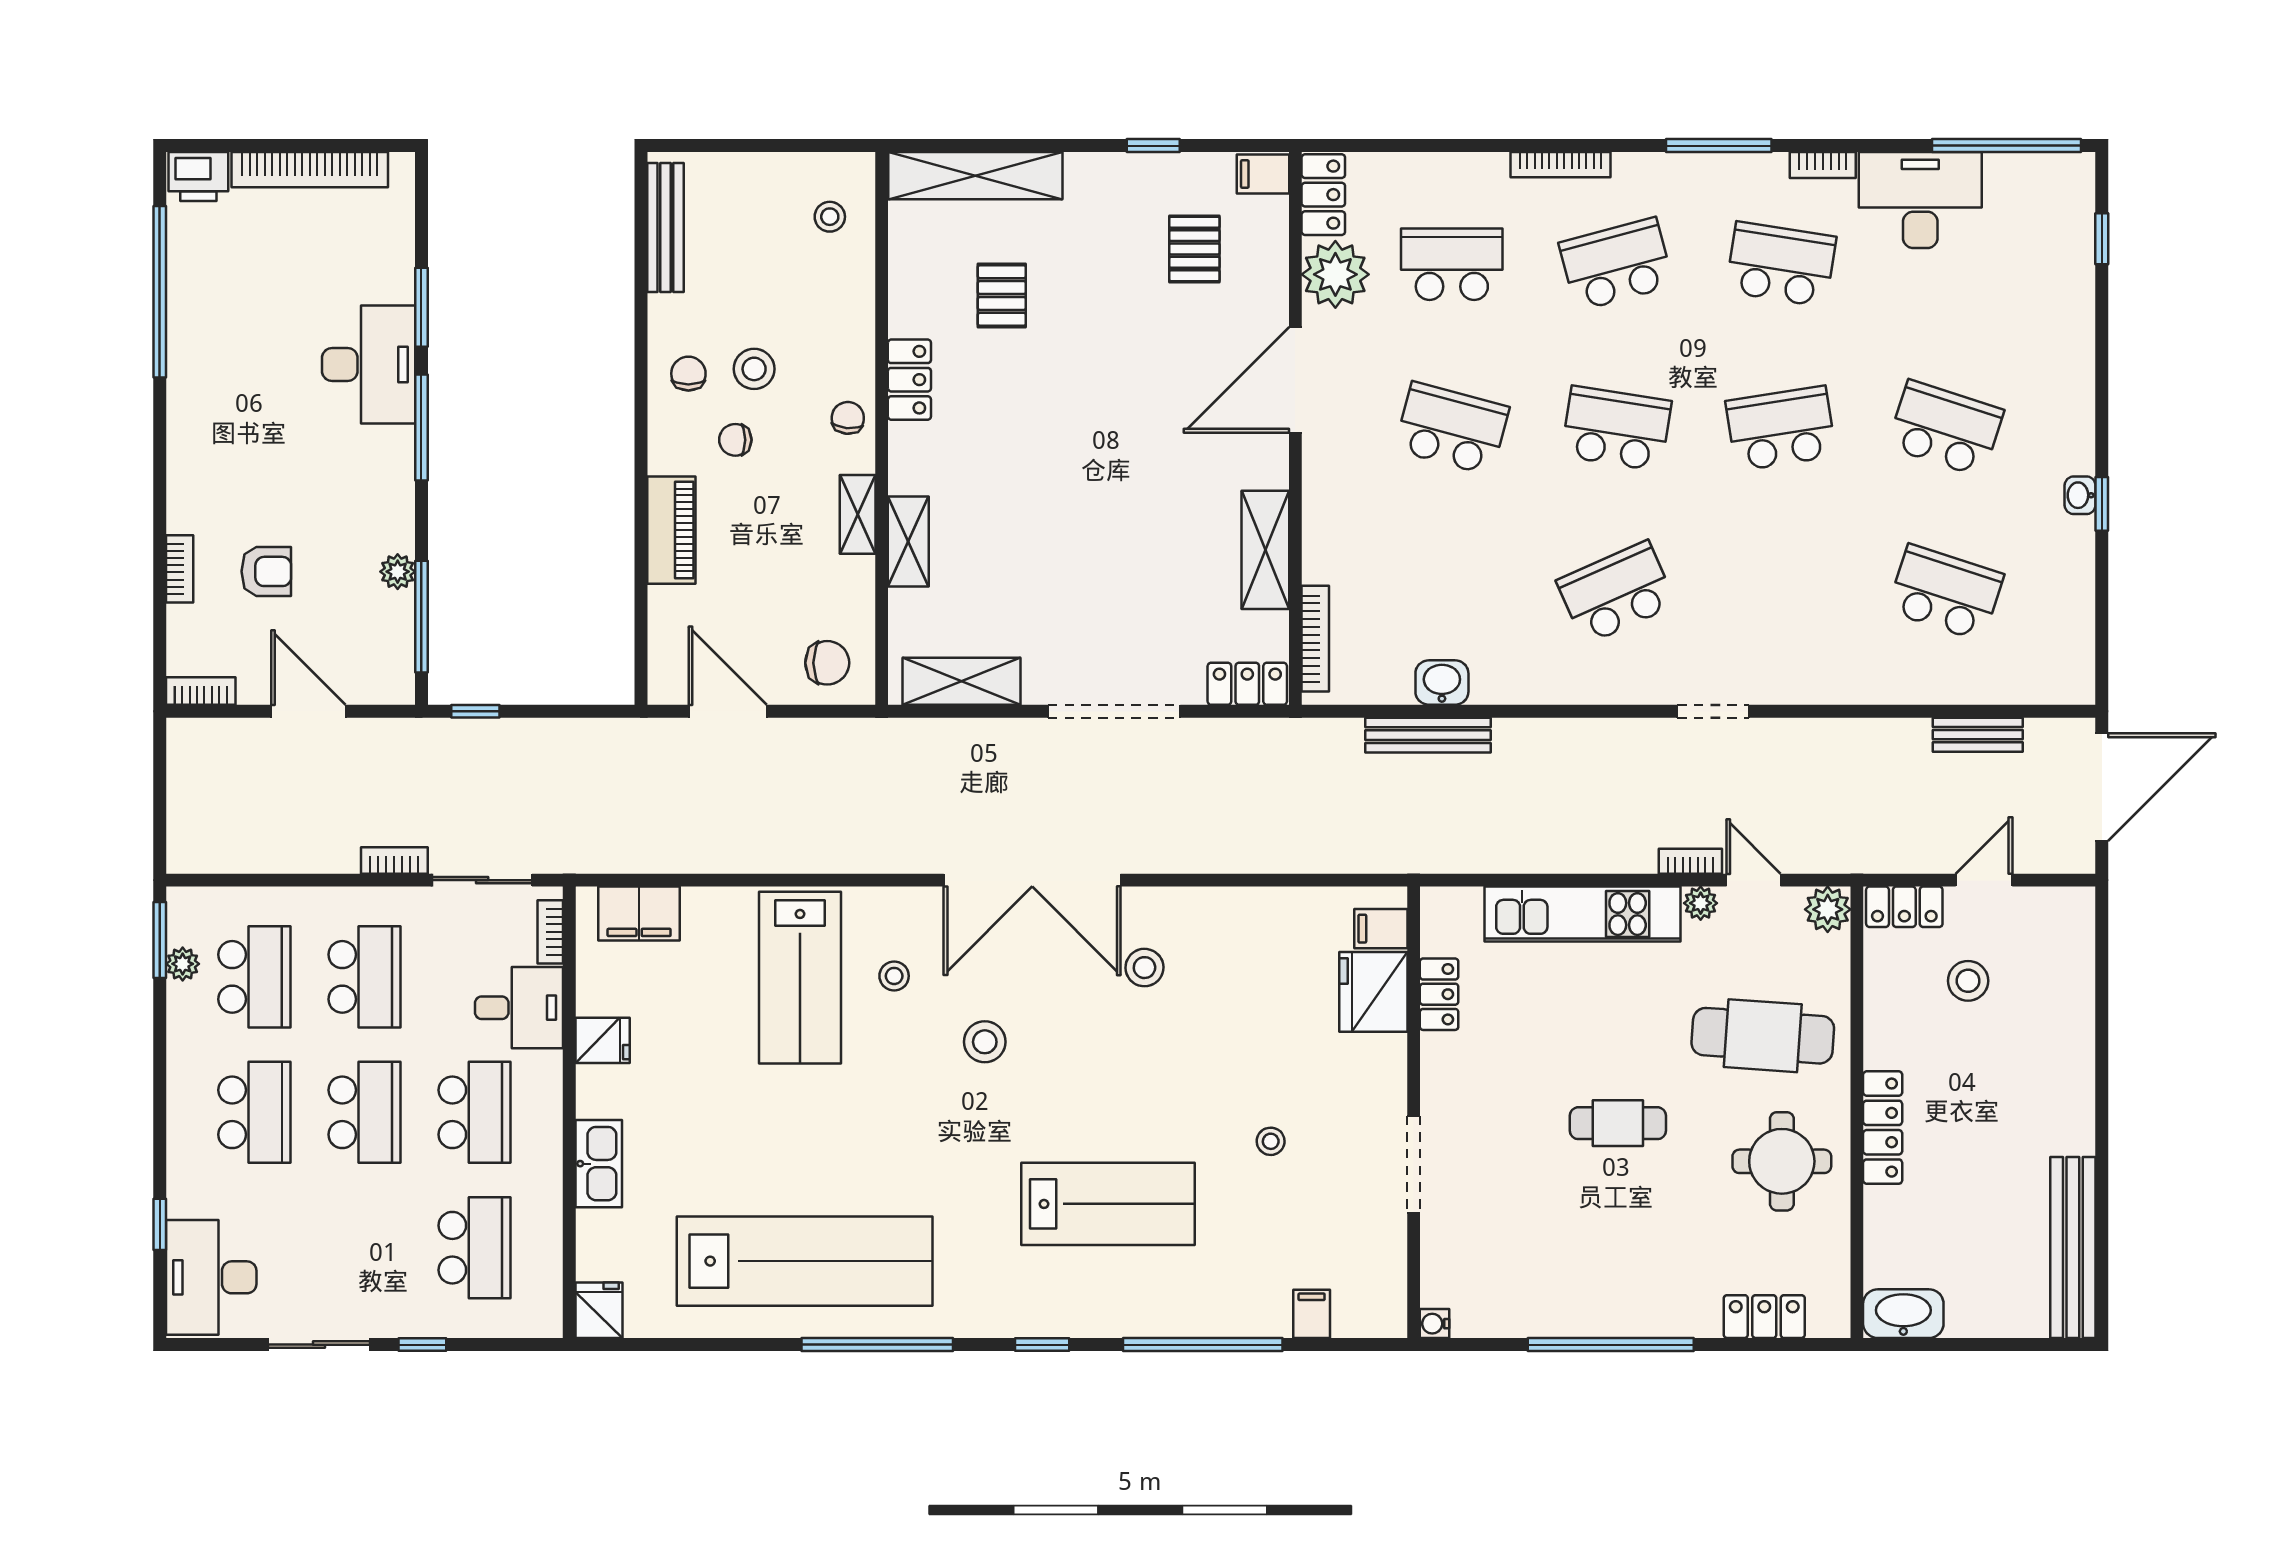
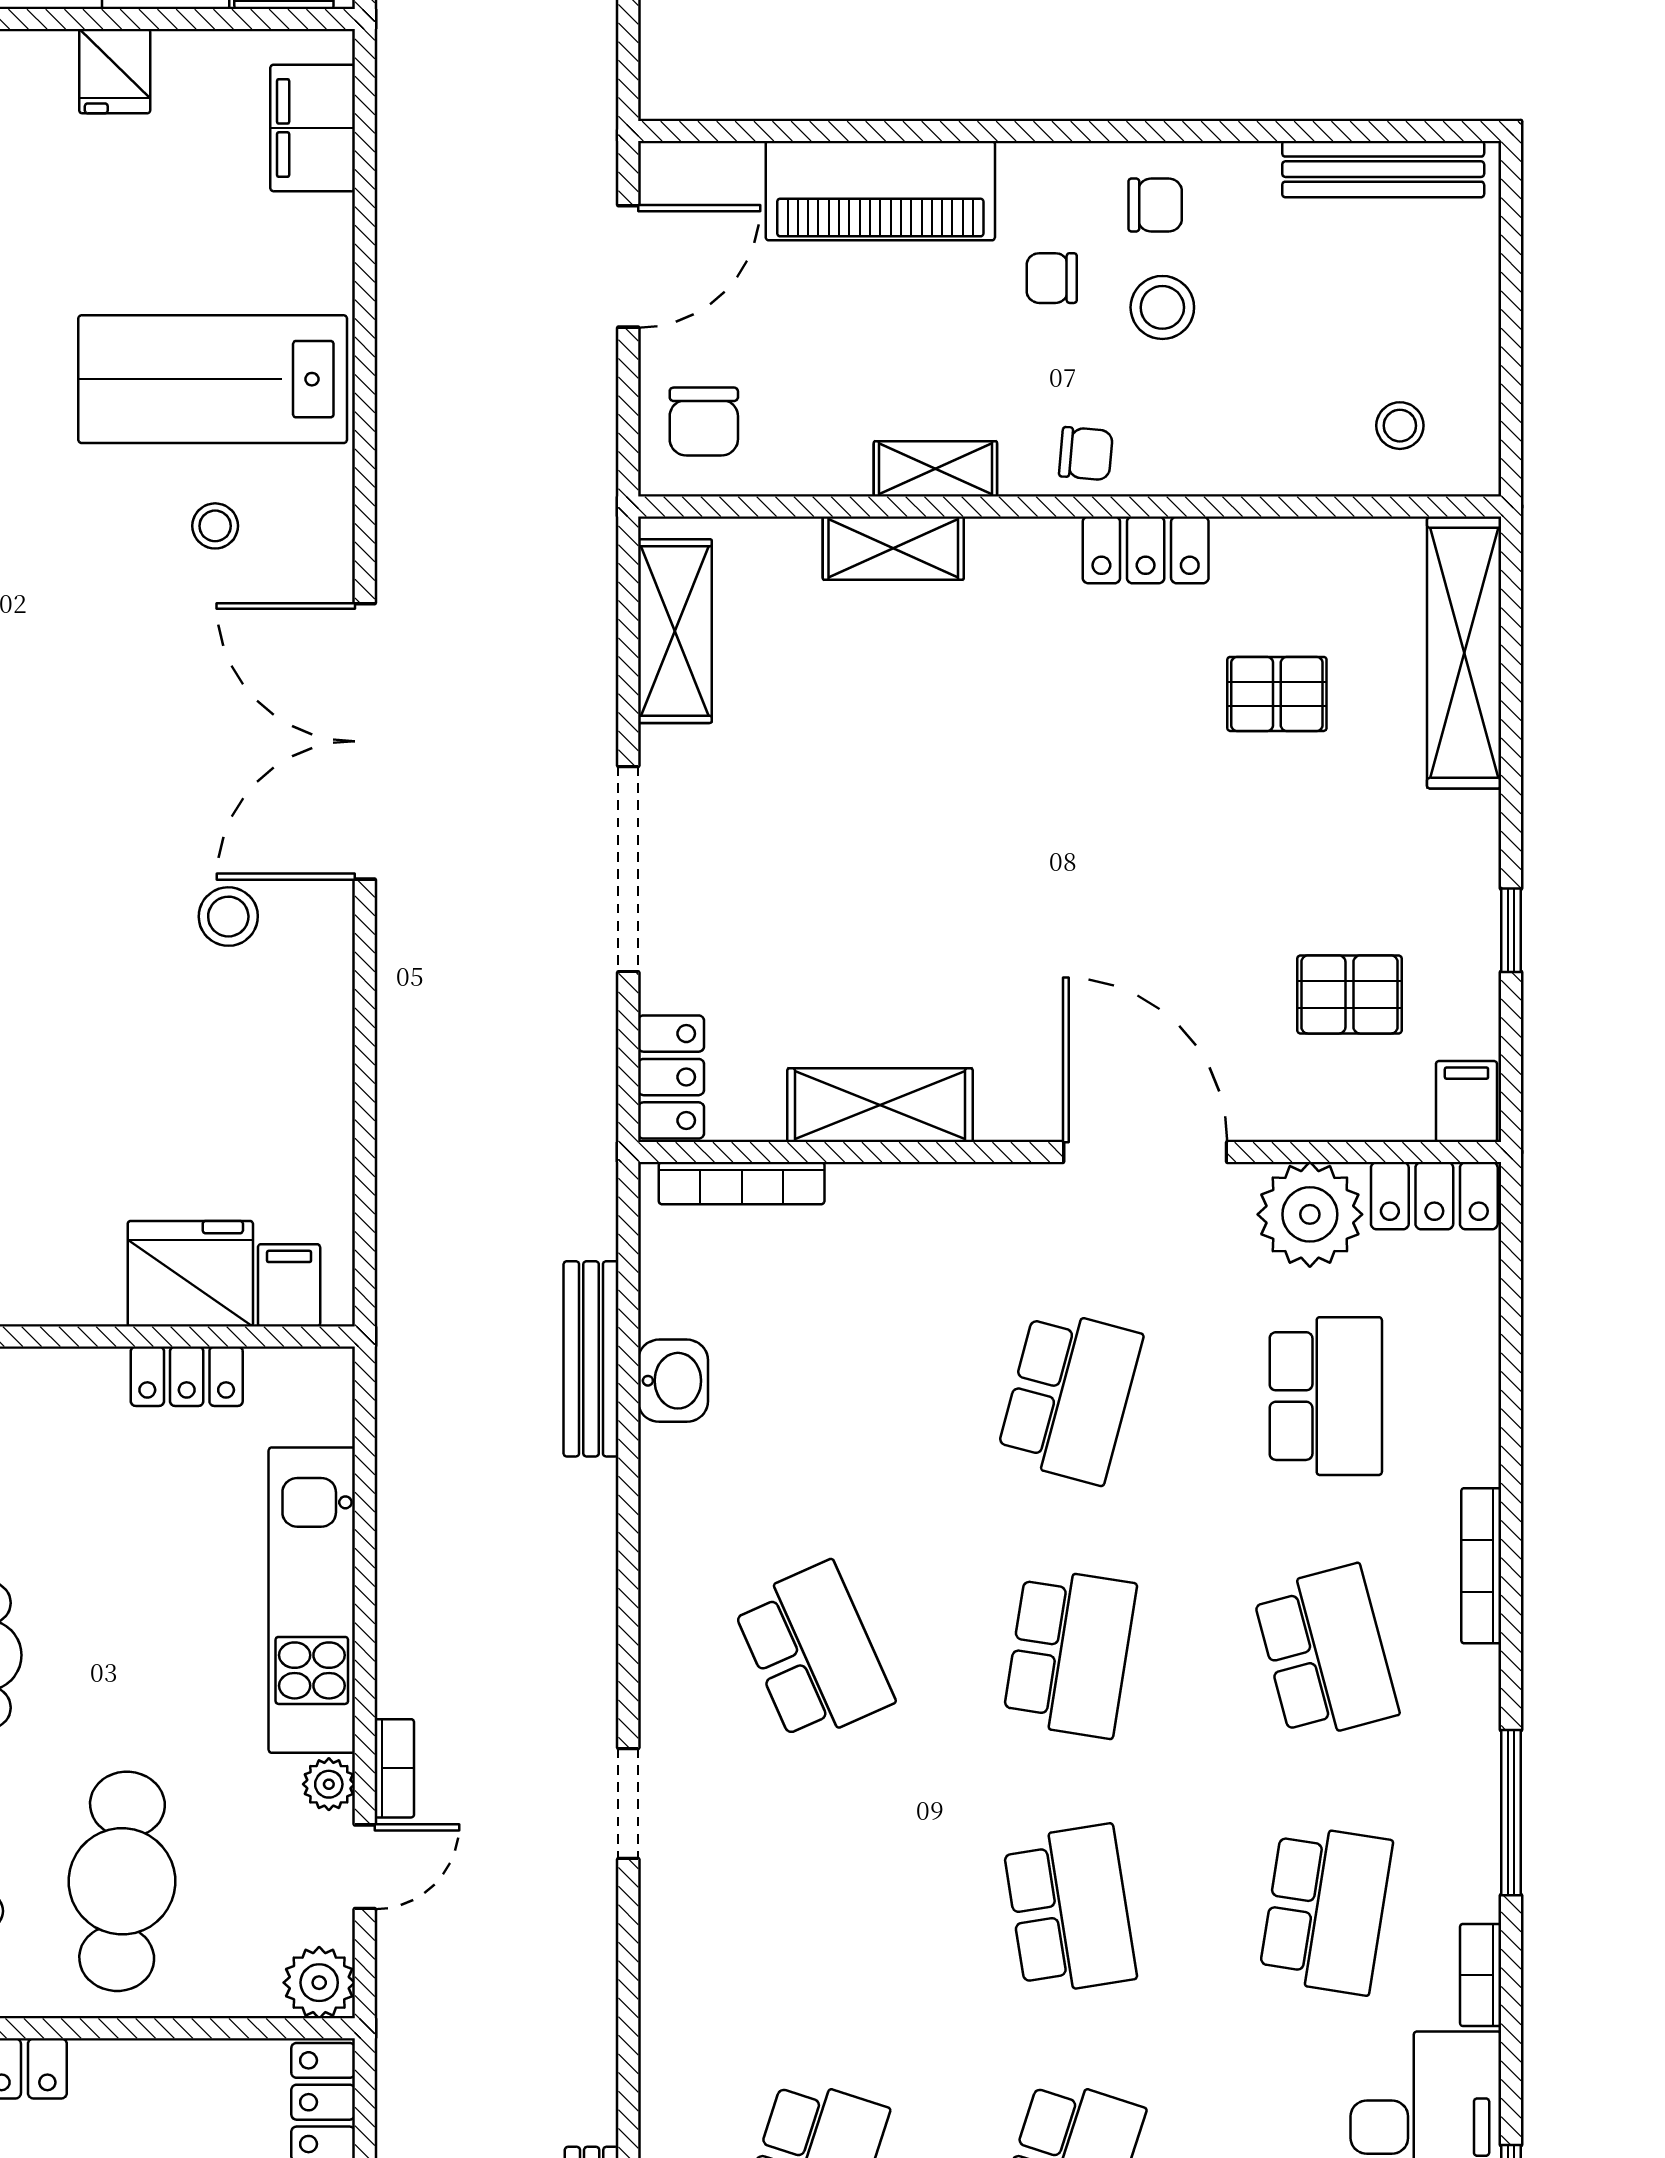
chair: (735, 440) -> (1052, 278), turned -90
piano: (671, 530) -> (880, 191), width x1.37, depth x1.33
stool: (985, 1042) -> (112, 667), removed

